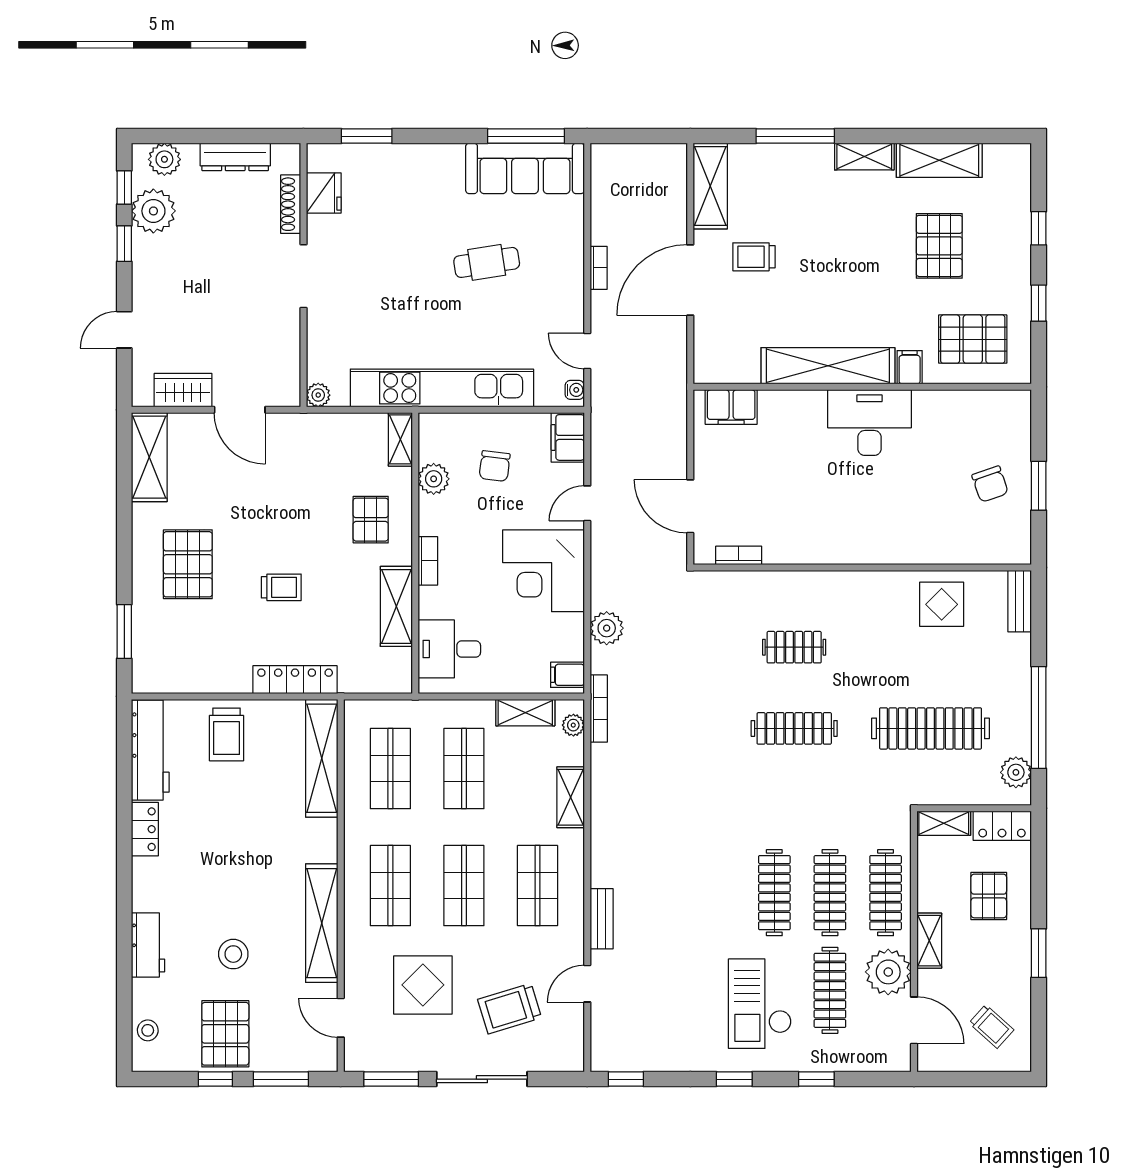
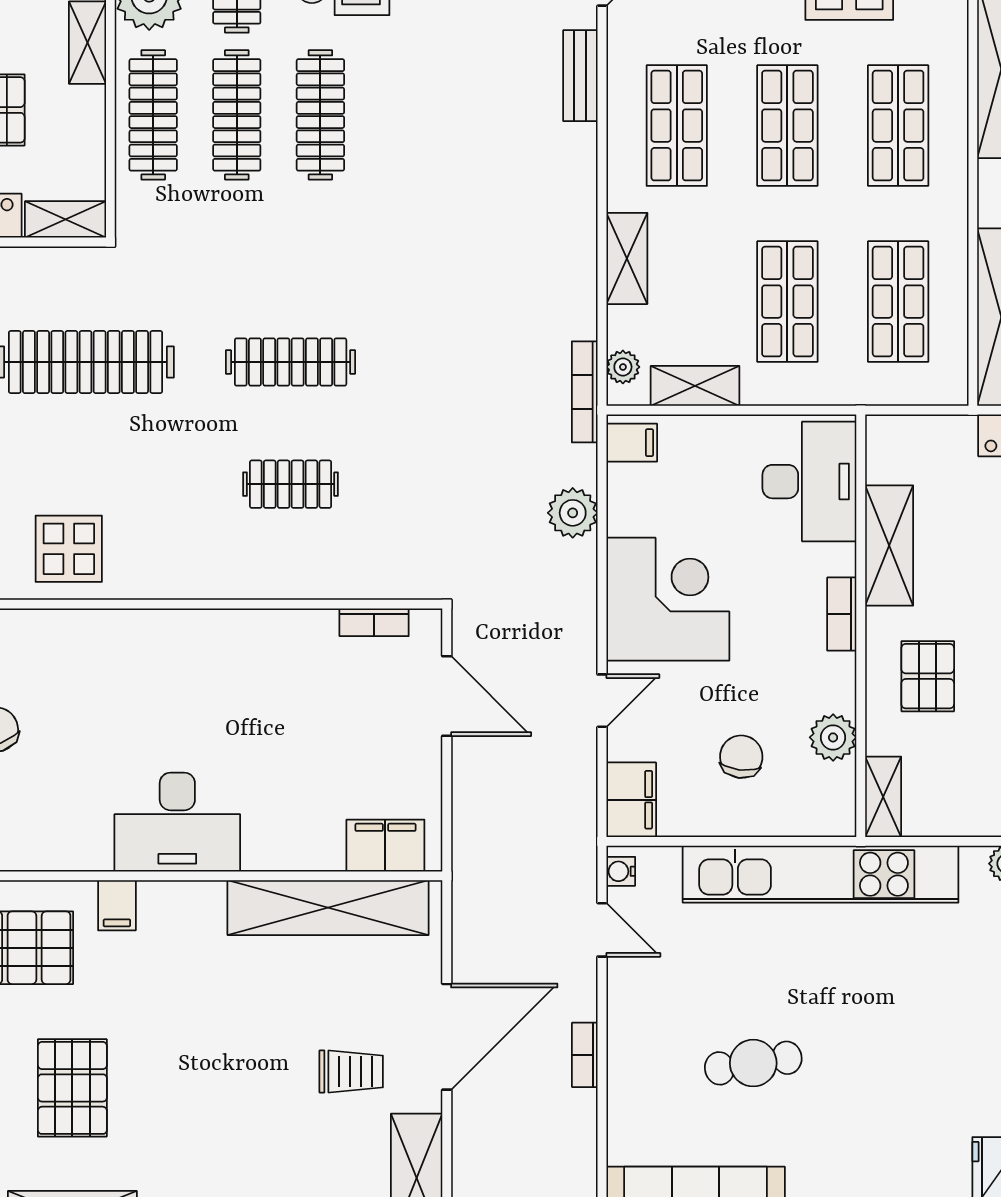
shelving: (828, 366) -> (328, 908), moved
desk: (449, 649) -> (809, 482), width x1.37

